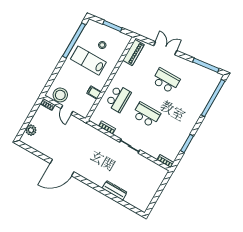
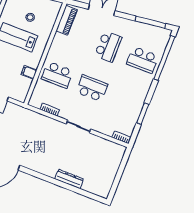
school desk: (166, 81) -> (108, 46), turned 90
school desk: (194, 97) -> (143, 60), added
school desk: (118, 98) -> (57, 75), turned 90

